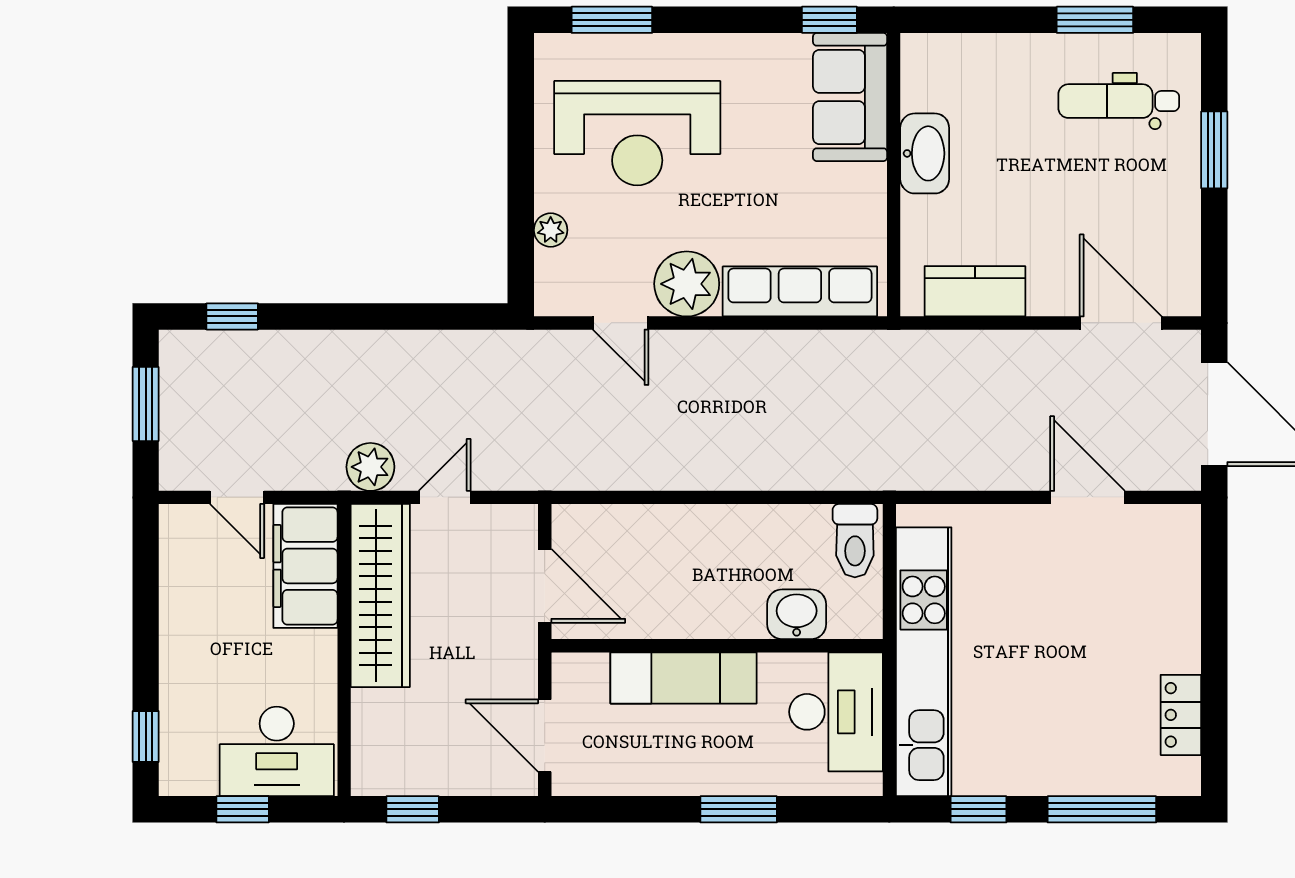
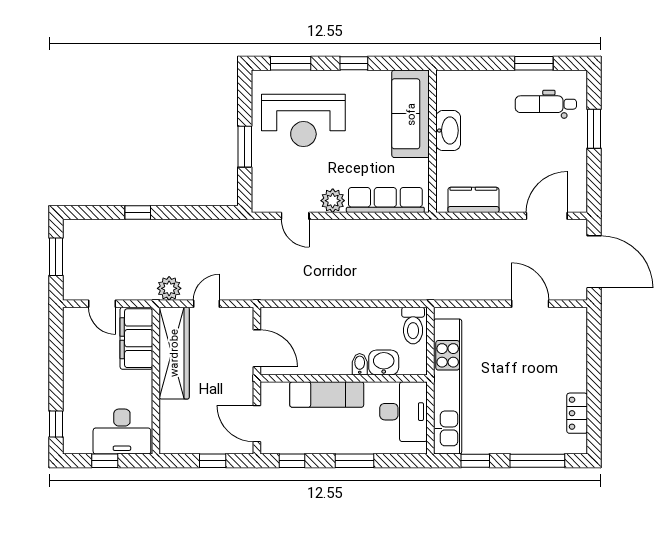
window: (829, 20) -> (354, 63), moved
sofa: (850, 97) -> (411, 114), width x1.36
window: (521, 185) -> (245, 147), added
plant: (551, 230) -> (260, 169), removed
plant: (687, 284) -> (333, 201), width x0.73, depth x0.73
window: (232, 316) -> (138, 213), moved
door: (1121, 323) -> (547, 216), hinge flipped
bidet: (749, 618) -> (360, 364), added
window: (413, 809) -> (213, 461), moved
window: (614, 809) -> (292, 461), added

